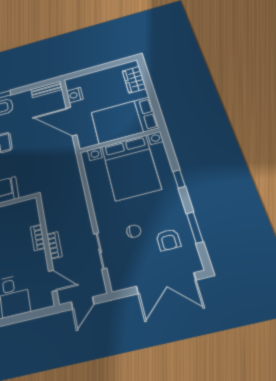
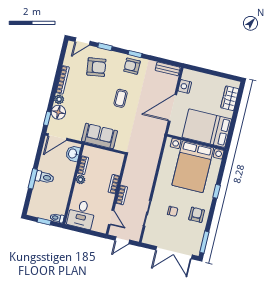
door: (71, 121) -> (172, 108), hinge flipped
window: (195, 227) -> (204, 242), moved
armchair: (168, 240) -> (197, 215), moved, turned 180

